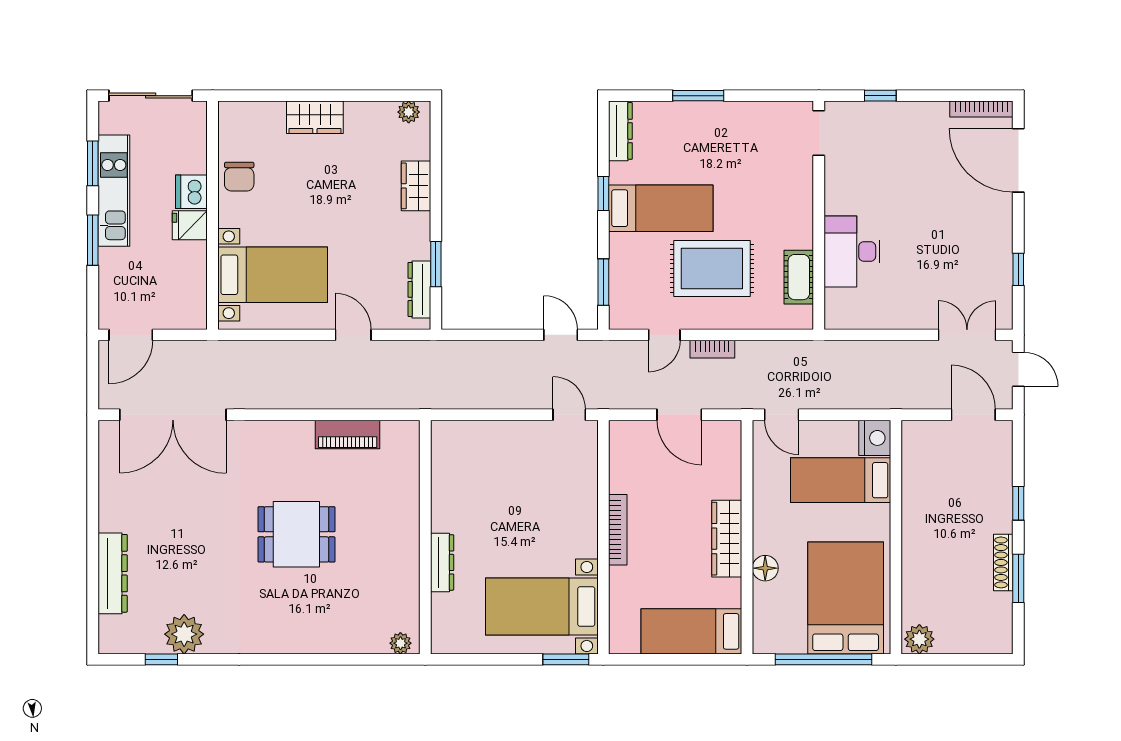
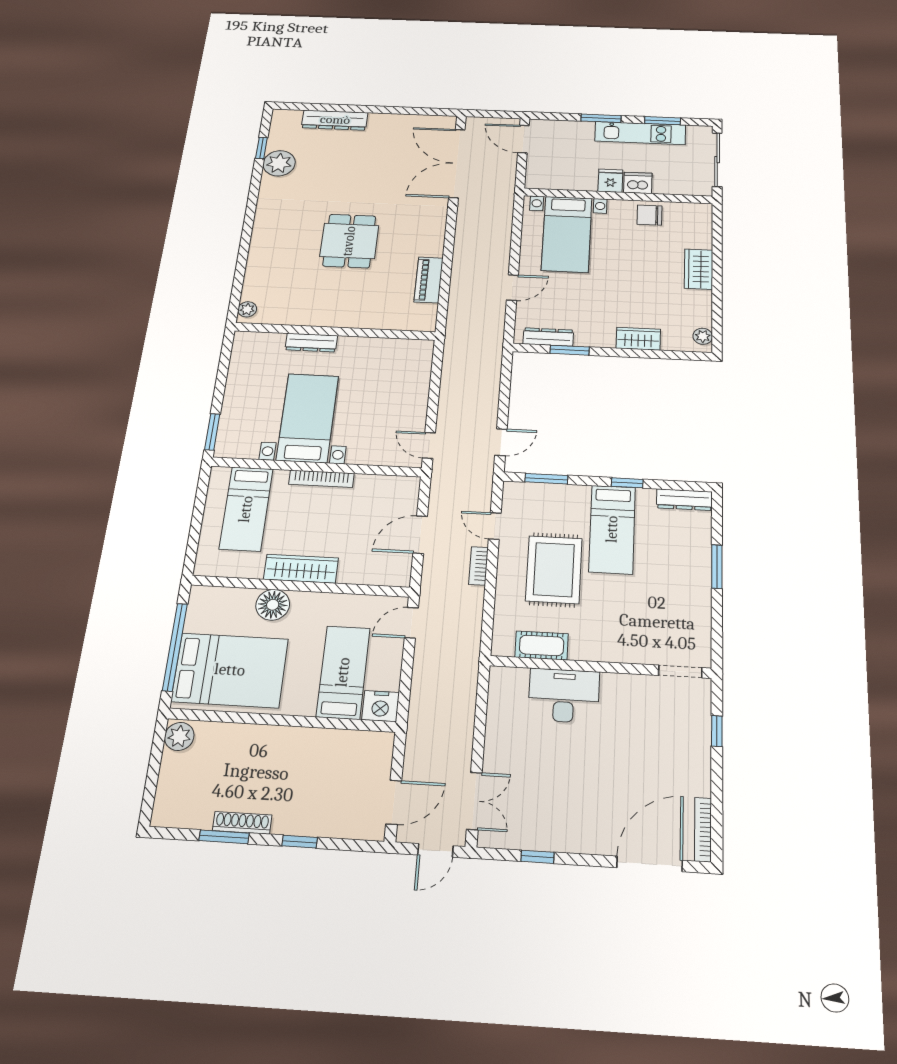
door: (569, 415) -> (429, 445), swing flipped
floor lamp: (765, 568) -> (273, 605), width x1.38, depth x1.38
bed with nightstands: (542, 606) -> (308, 418), moved
bed: (691, 631) -> (246, 509), moved, turned 180

